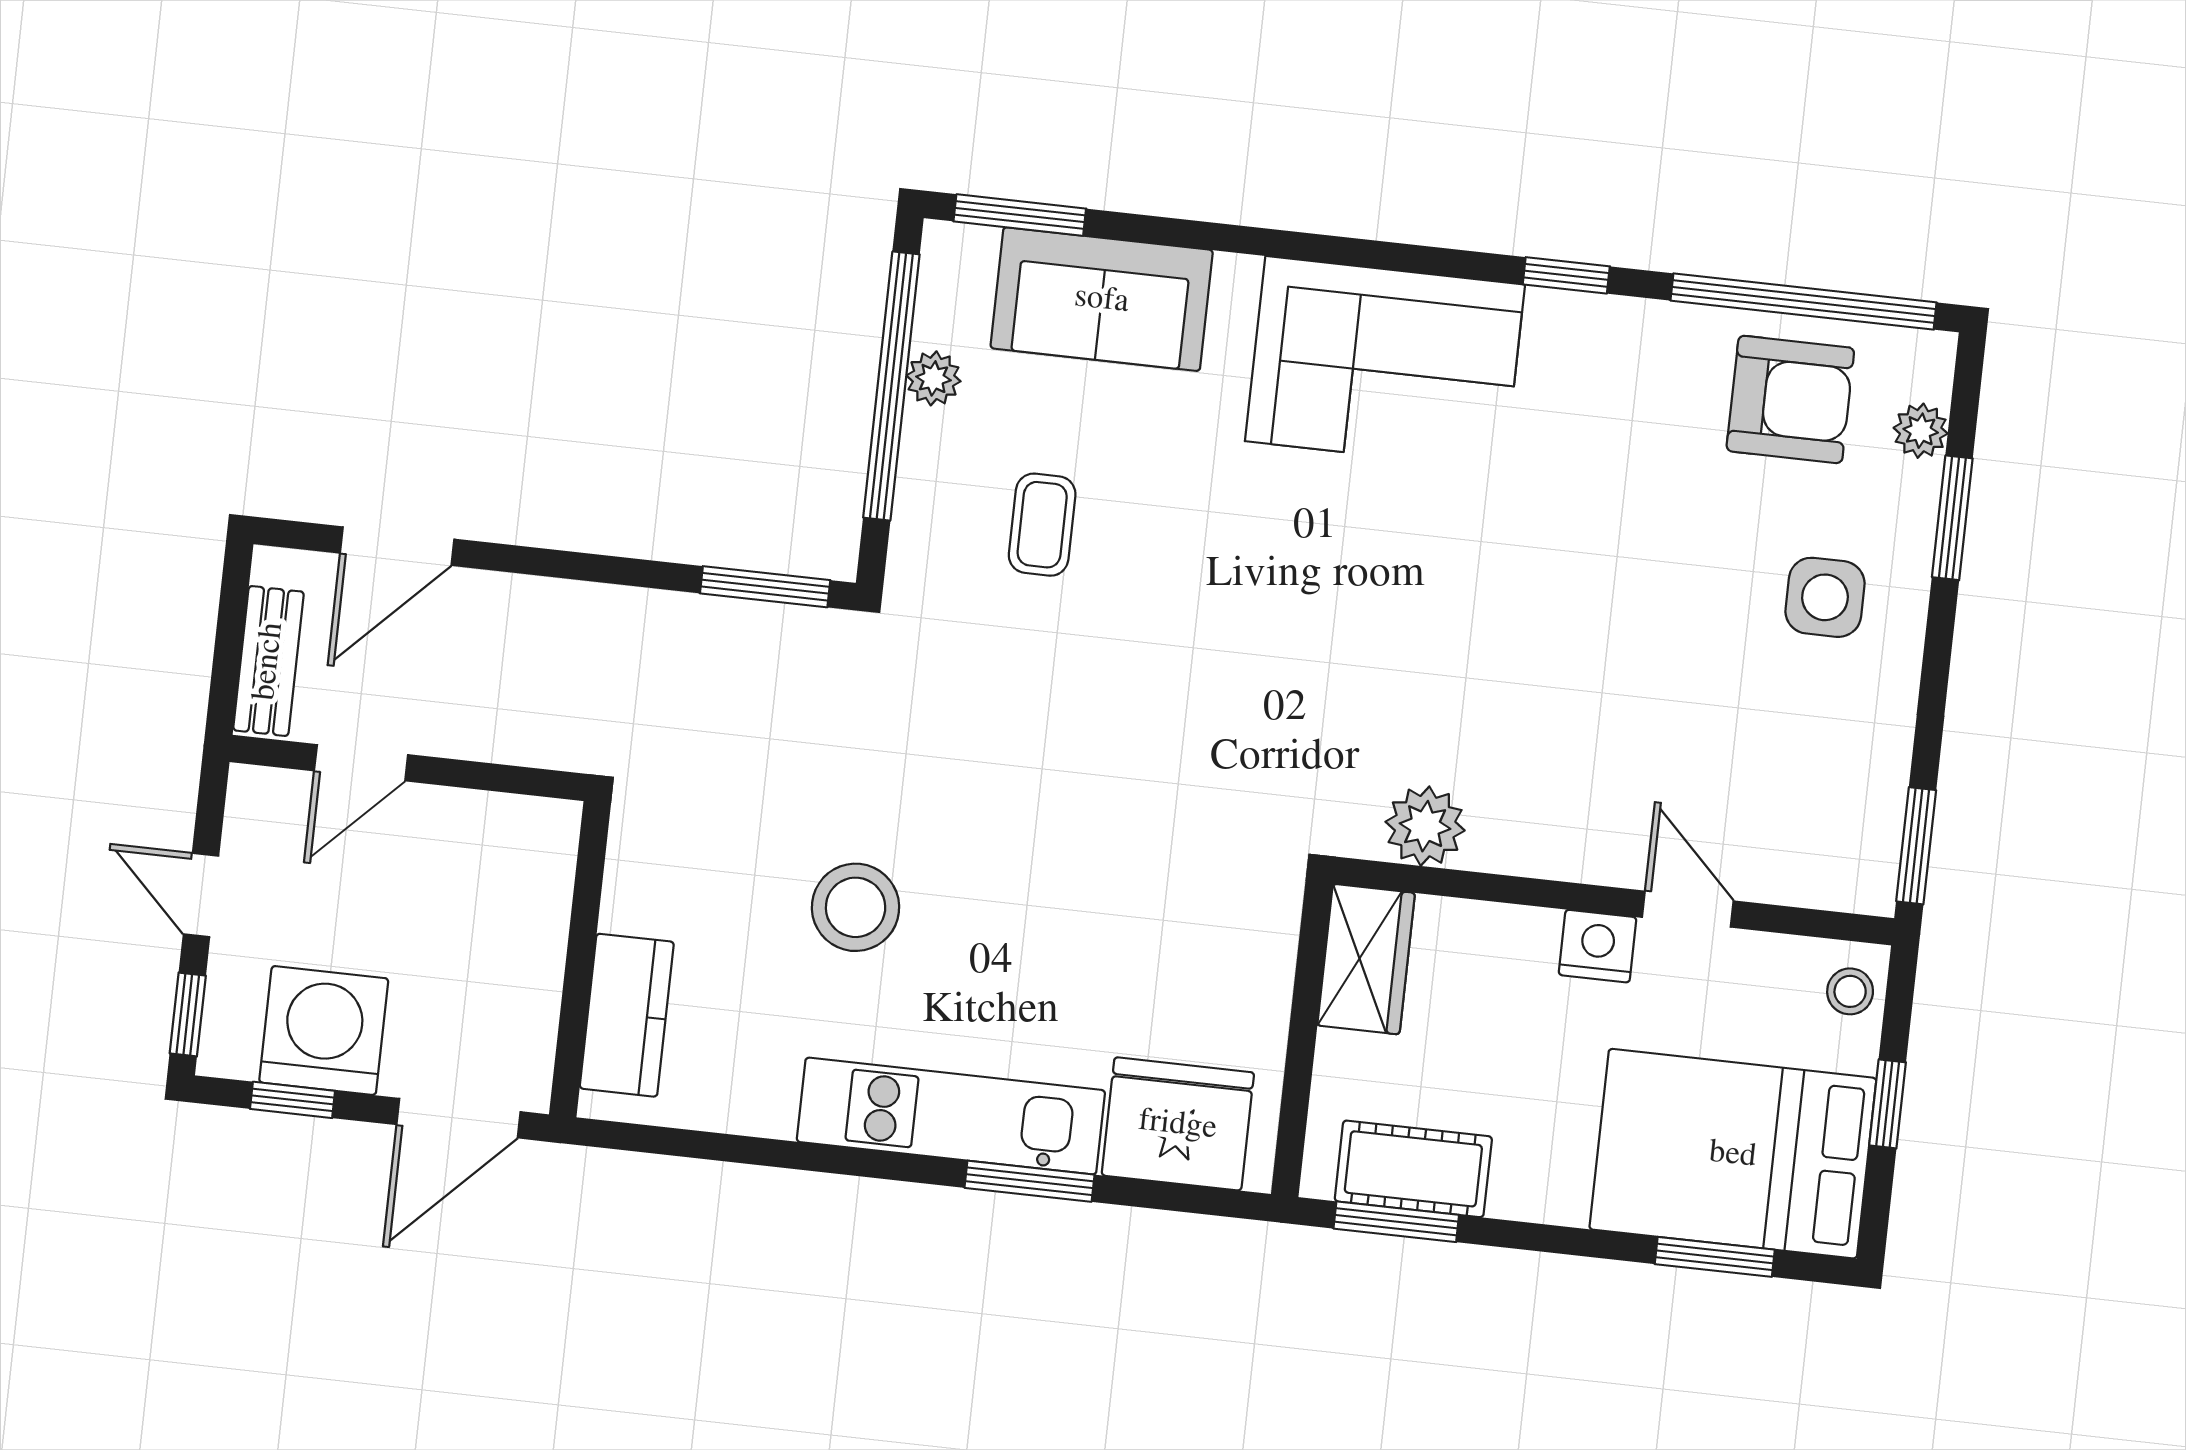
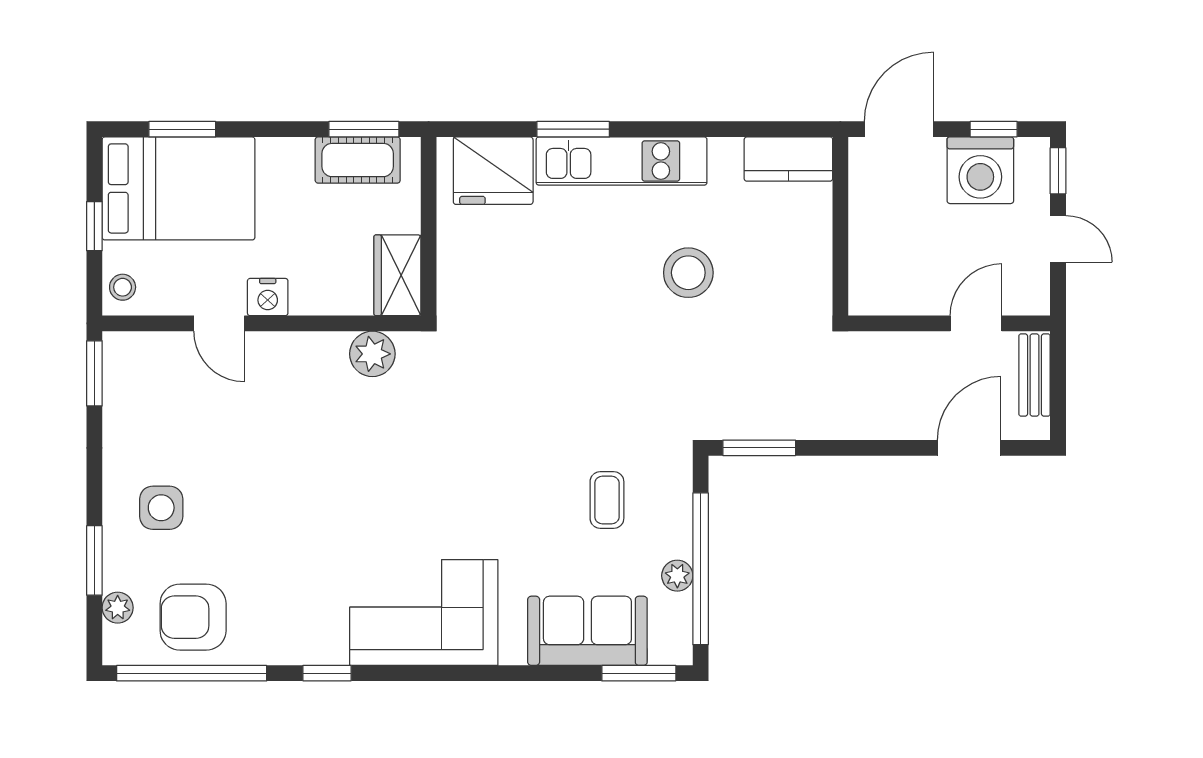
kitchen counter: (627, 1015) -> (788, 159), moved, turned -90

